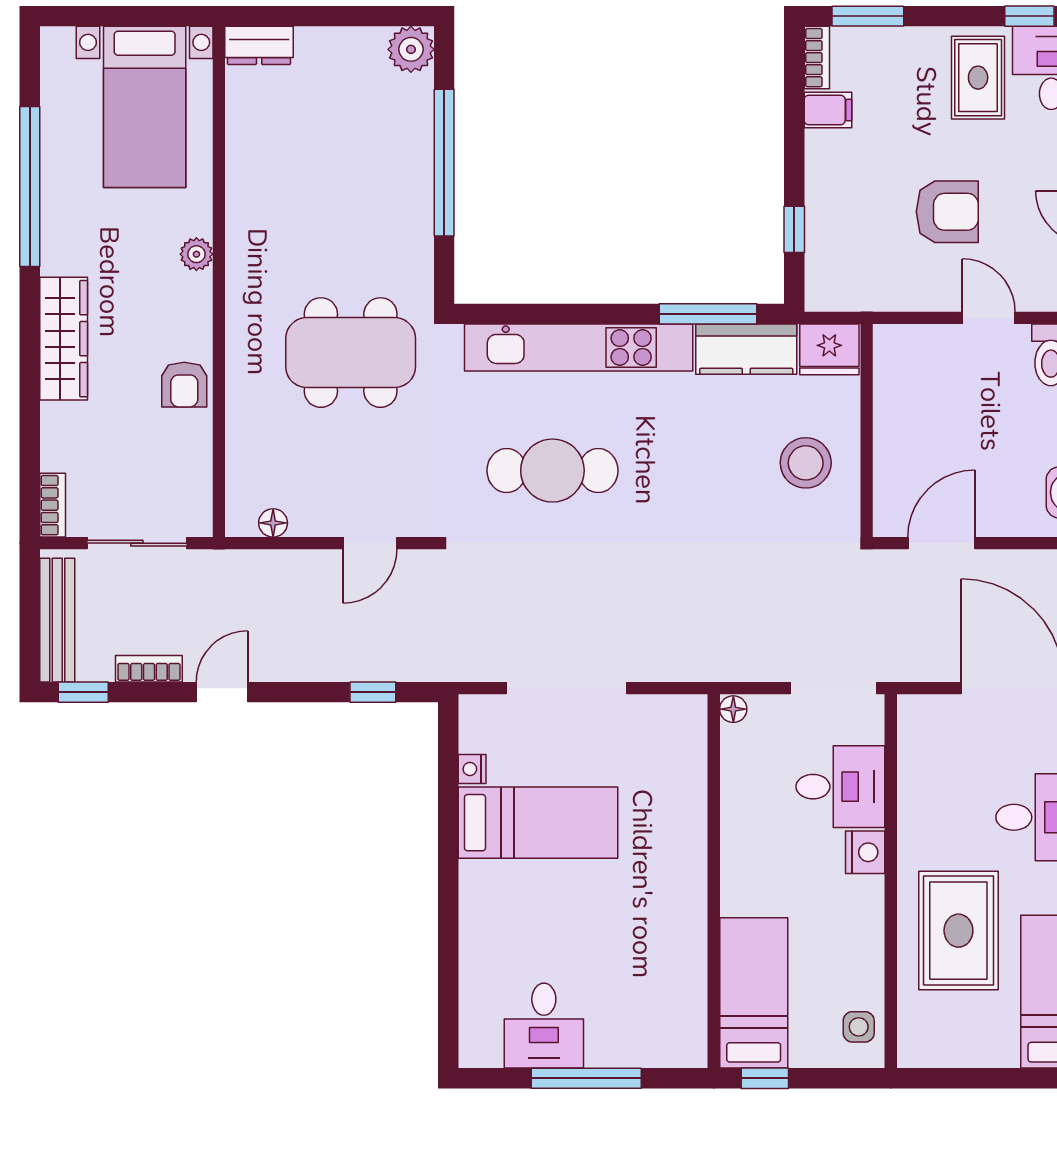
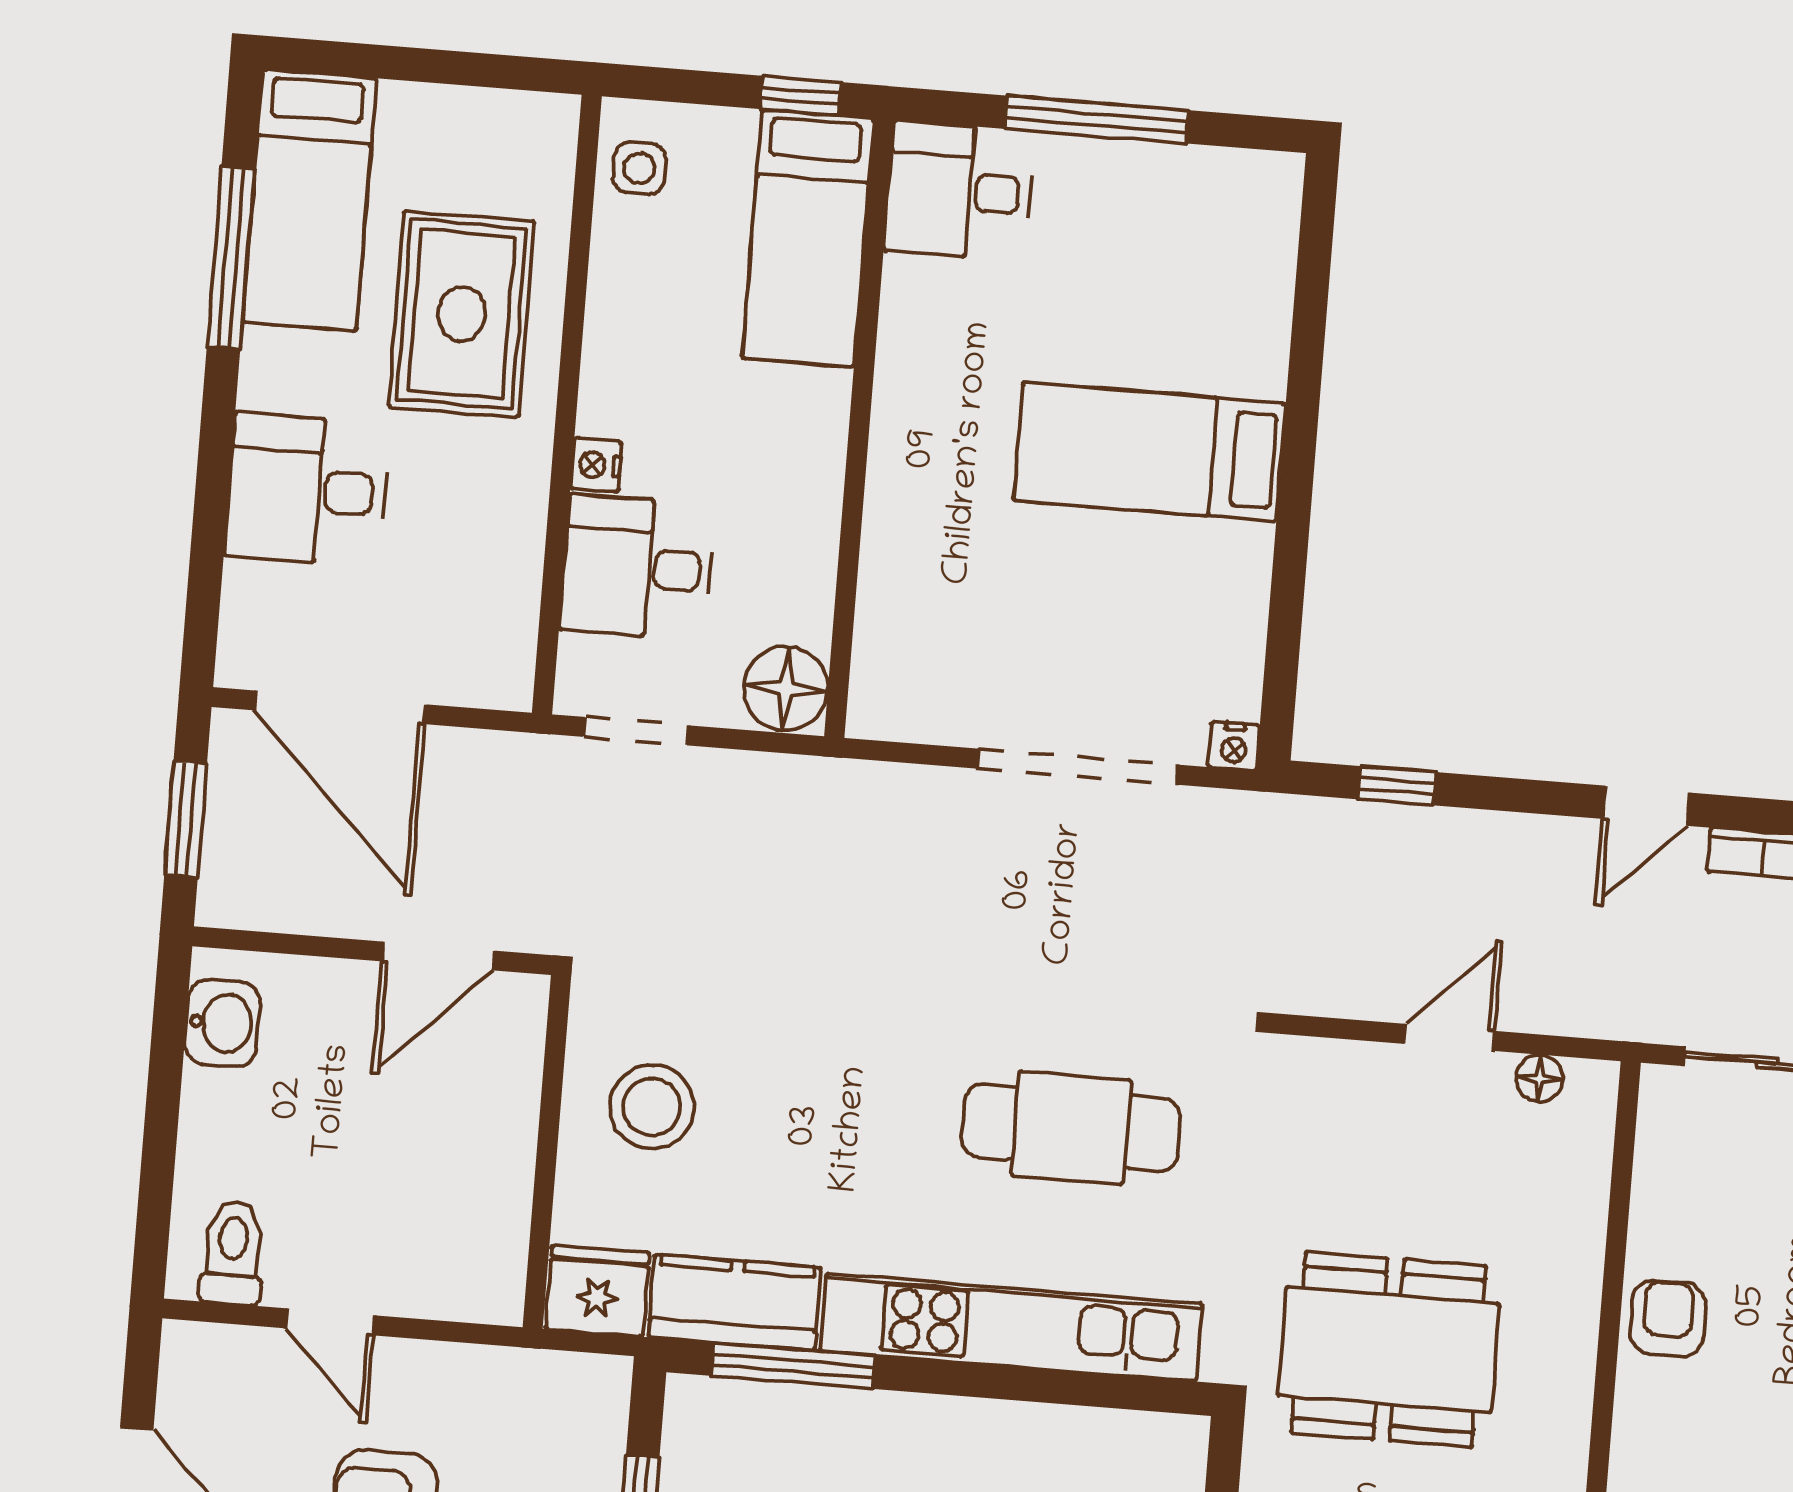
door: (370, 543) -> (1449, 1037), moved
doorway: (833, 688) -> (636, 731), width x0.73
floor lamp: (733, 709) -> (786, 688), width x1.89, depth x1.89
nightstand: (472, 769) -> (1234, 746), moved, turned 90
bed: (538, 823) -> (1150, 452), moved
nightstand: (865, 852) -> (596, 465), width x0.72, depth x0.74
desk: (544, 1026) -> (959, 191), moved, turned -90

